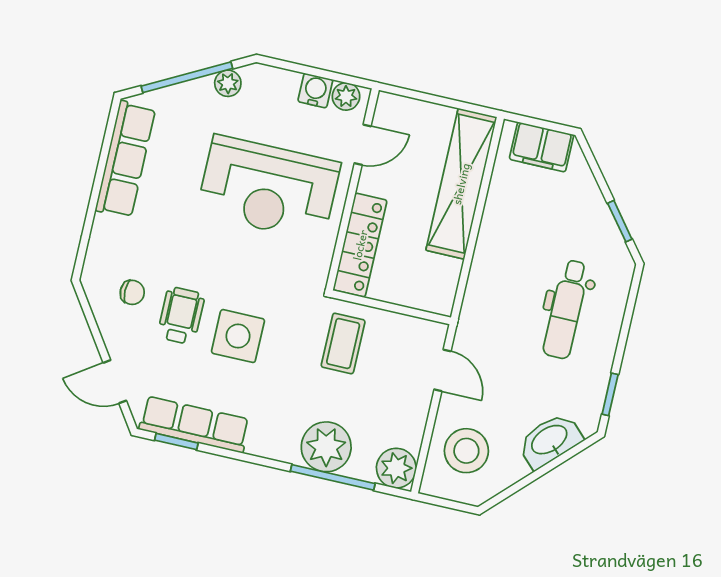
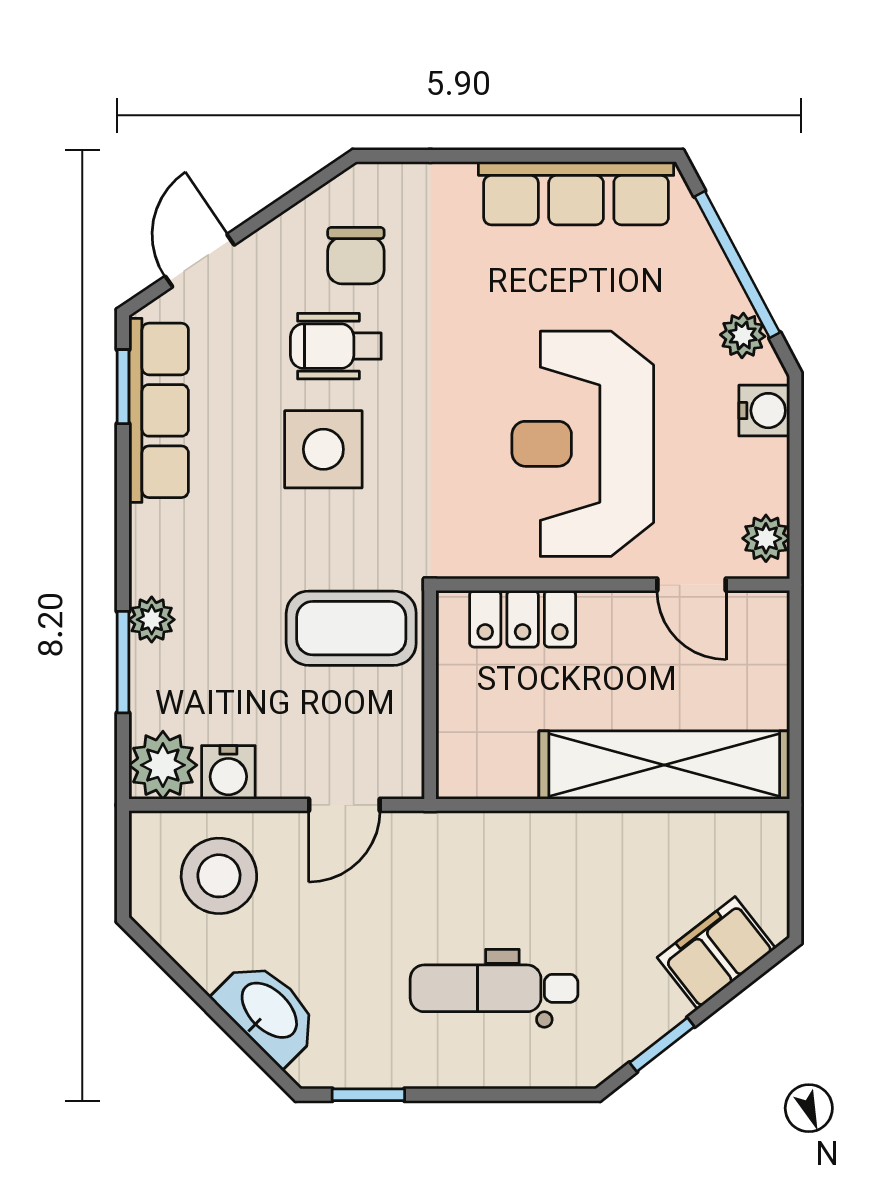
water cooler: (315, 91) -> (764, 411), moved
filing cabinet: (542, 147) -> (716, 953), moved, turned 52
locker: (360, 245) -> (523, 619), width x0.66
chair: (132, 292) -> (356, 256), width x1.37, depth x1.37
wheelchair: (181, 316) -> (336, 346), turned 180
coffee table: (343, 343) -> (351, 628), width x1.36, depth x1.30
water cooler: (409, 432) -> (228, 772), added
plant: (326, 447) -> (152, 620), width x0.53, depth x0.53
window: (333, 477) -> (123, 662), width x0.69

